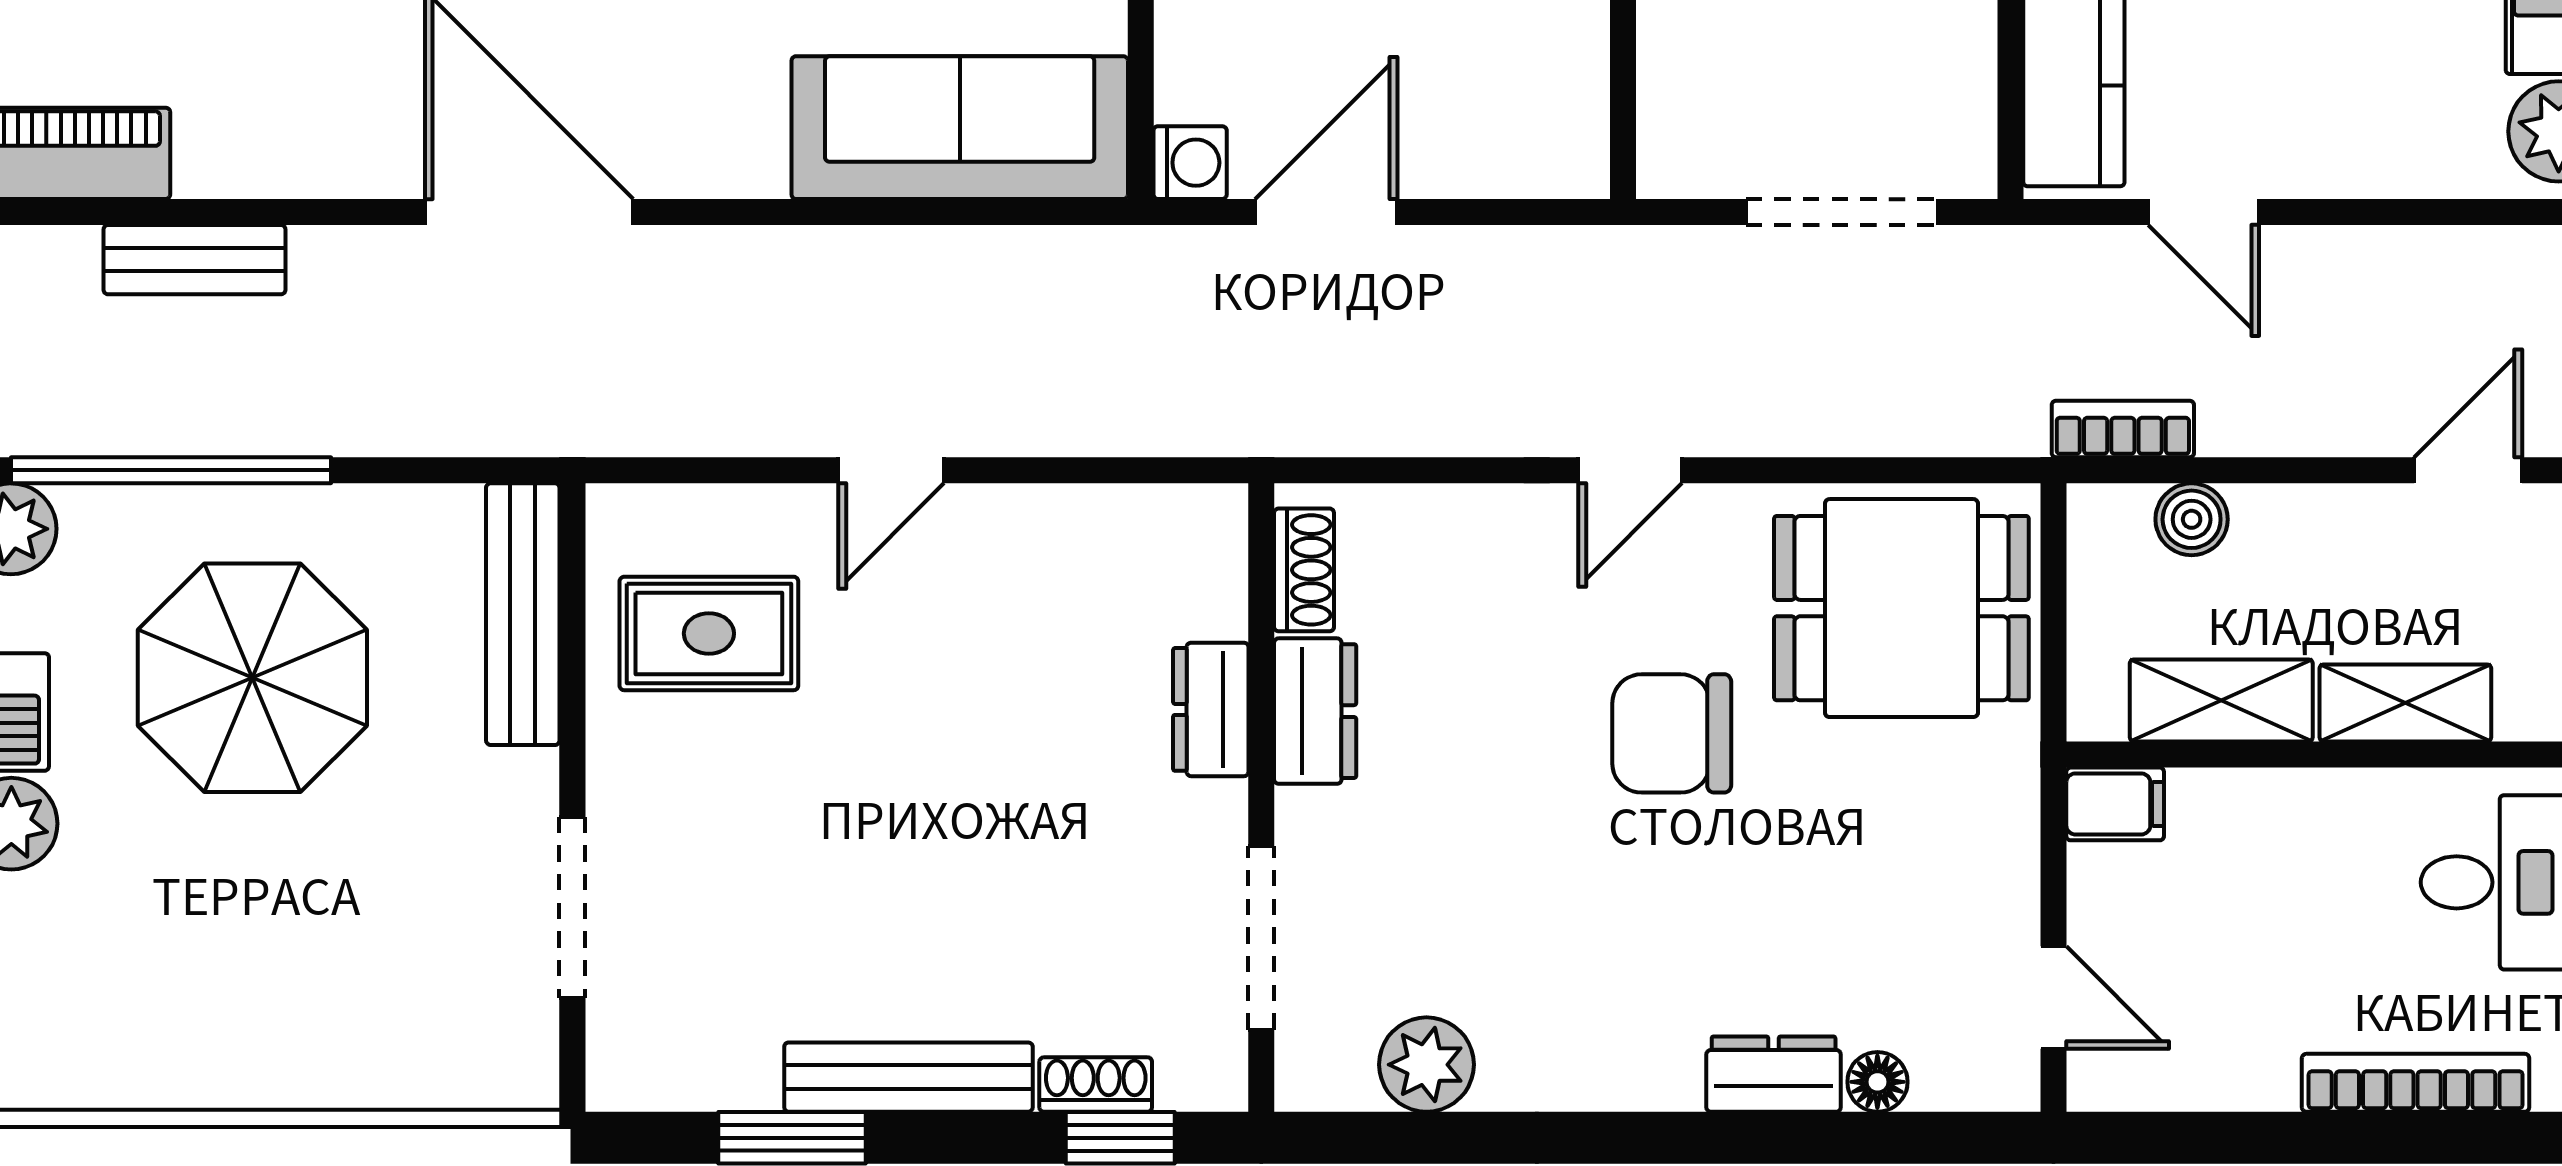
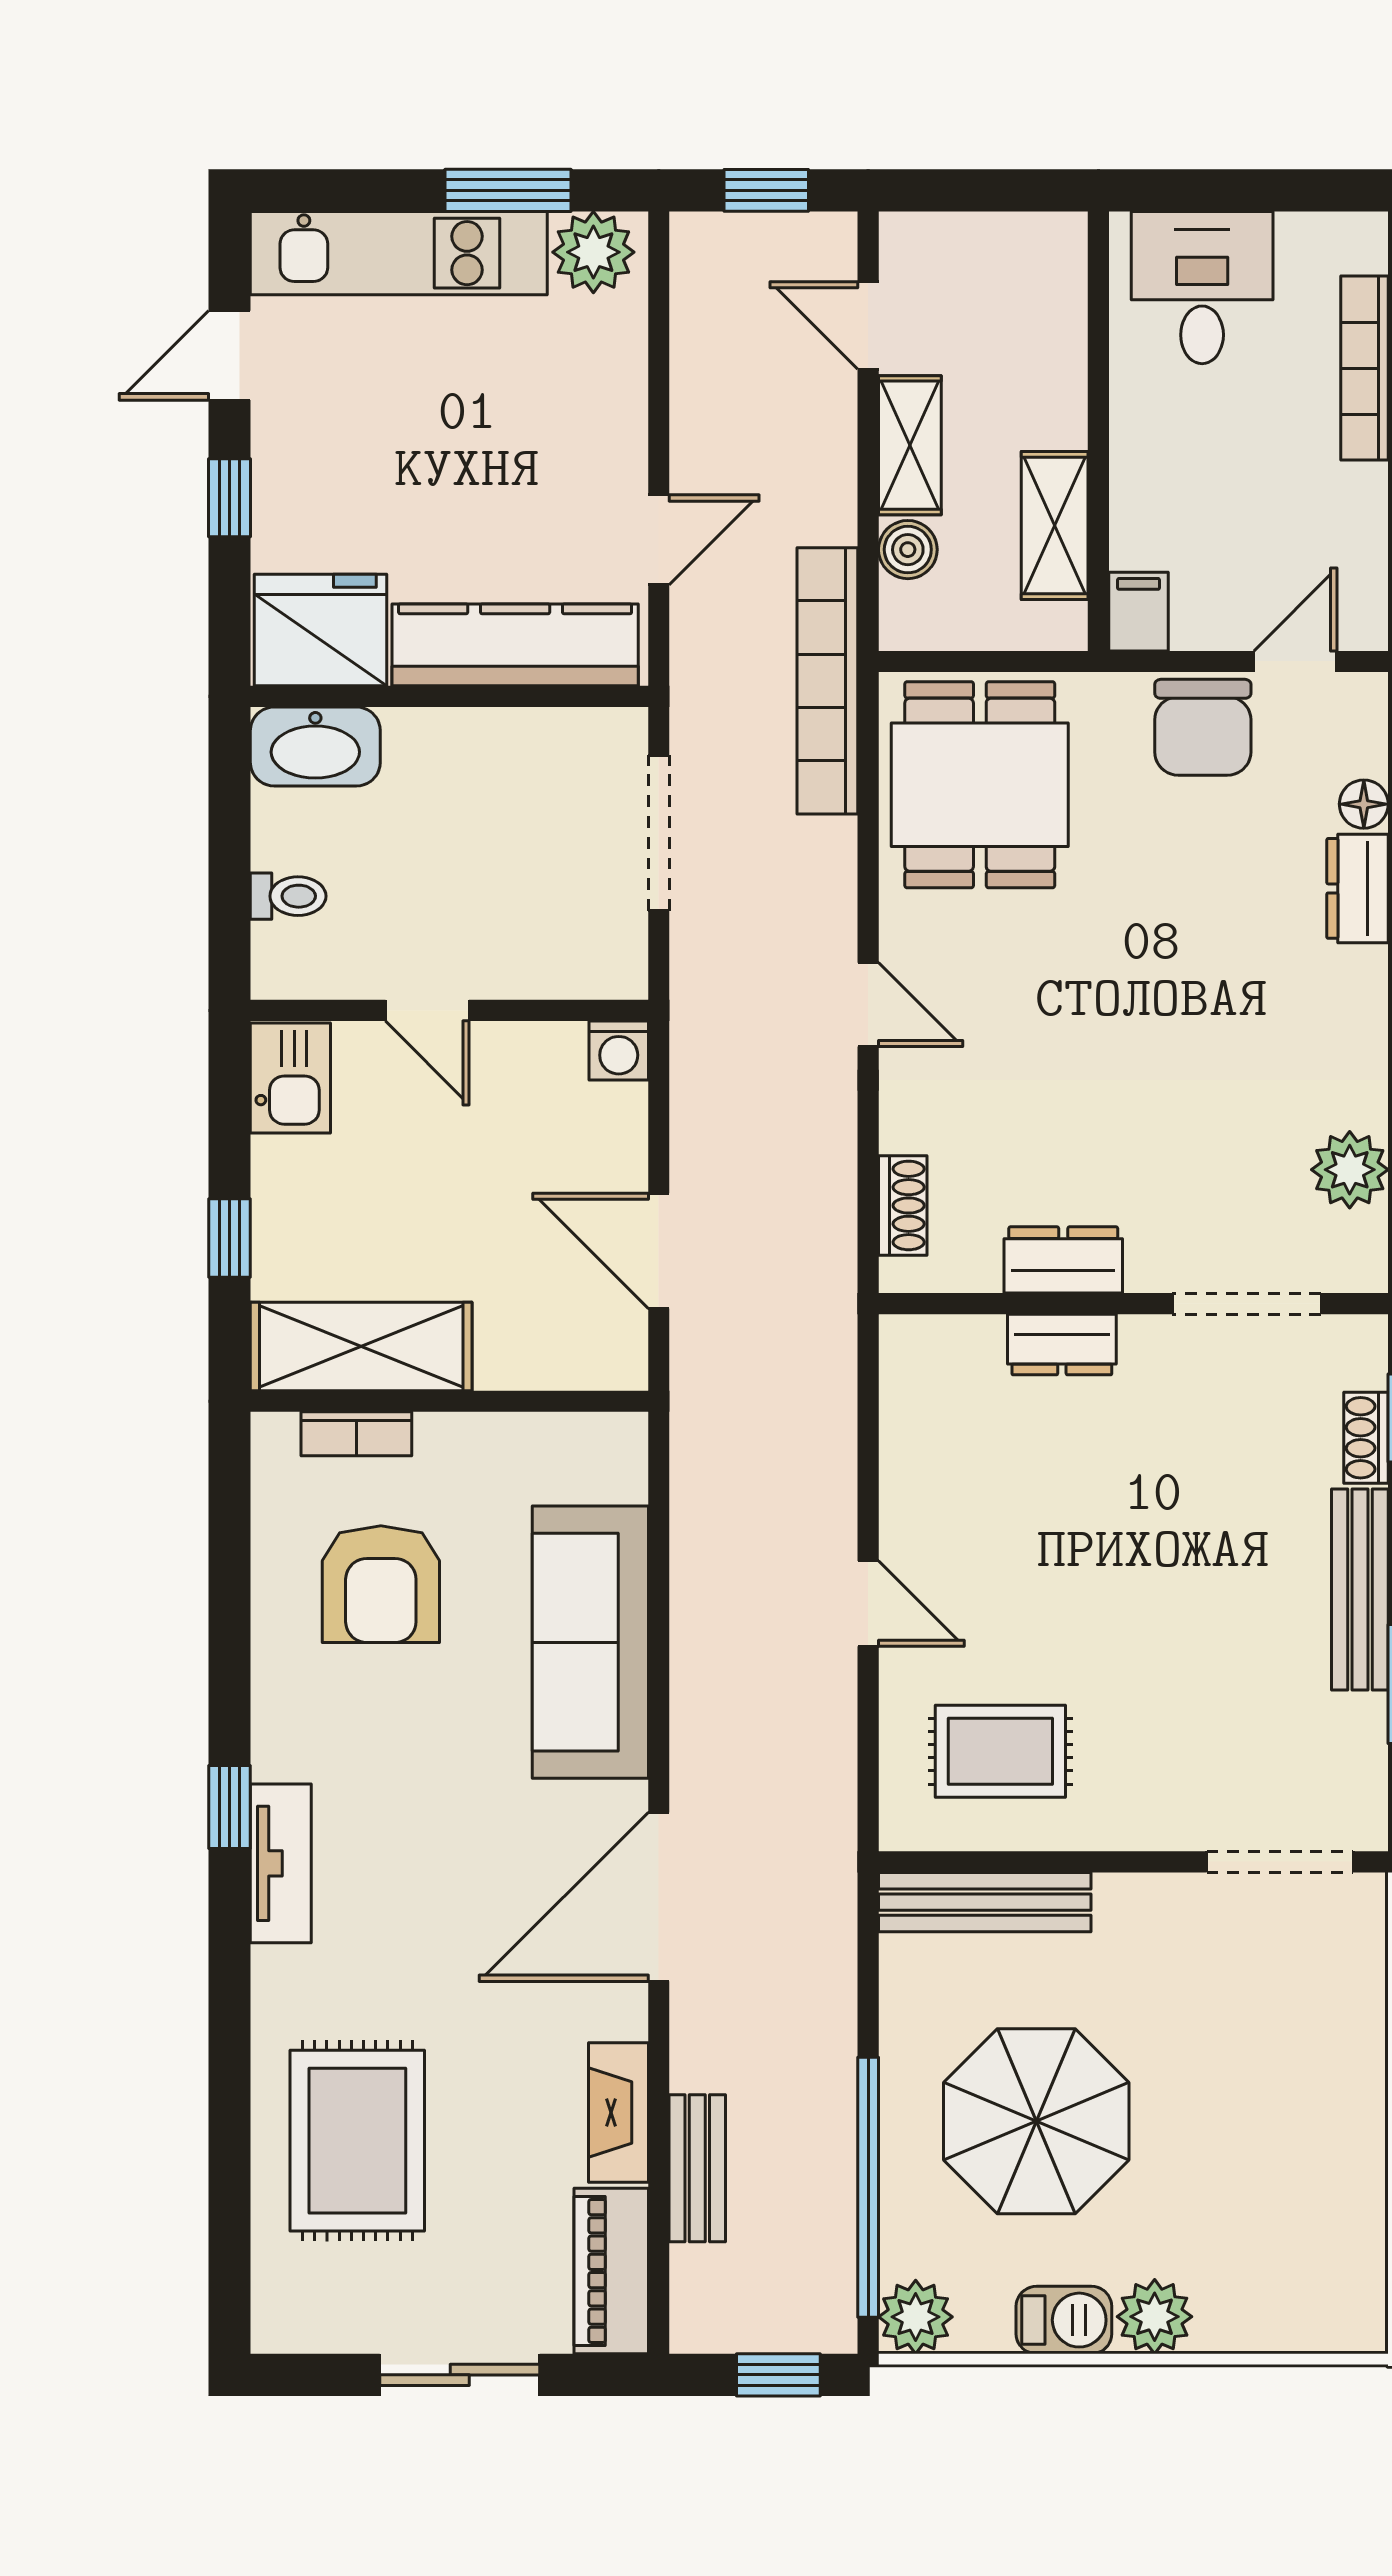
sofa: (960, 128) -> (590, 1642), moved
fireplace: (263, 162) -> (618, 2113), added
washing machine: (1190, 163) -> (619, 1050), moved, turned 180
bookcase: (2123, 429) -> (827, 681), width x2.31, depth x1.31
shoe rack: (1304, 570) -> (903, 1205), moved, turned 90
rug: (709, 633) -> (1000, 1751), turned 90
shelving: (2405, 703) -> (910, 445), moved
chair: (1672, 733) -> (1203, 727), moved
doorway: (572, 907) -> (1280, 1862), moved

